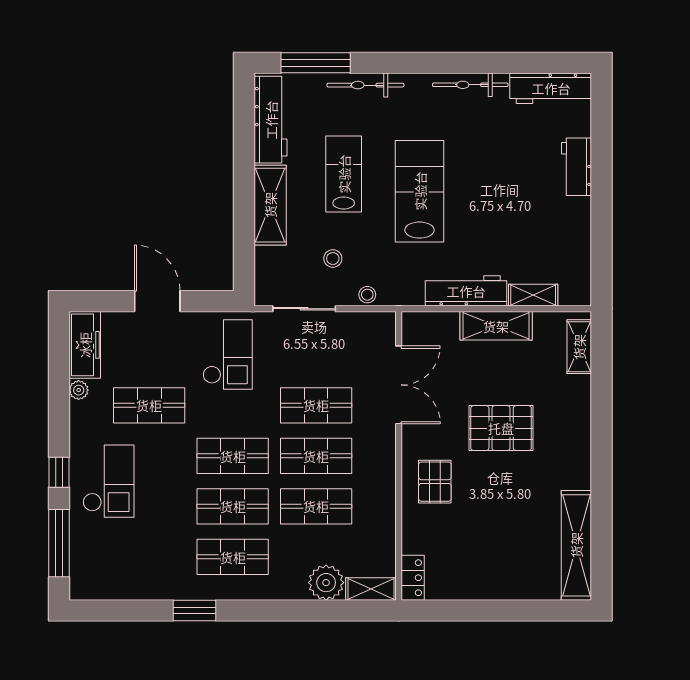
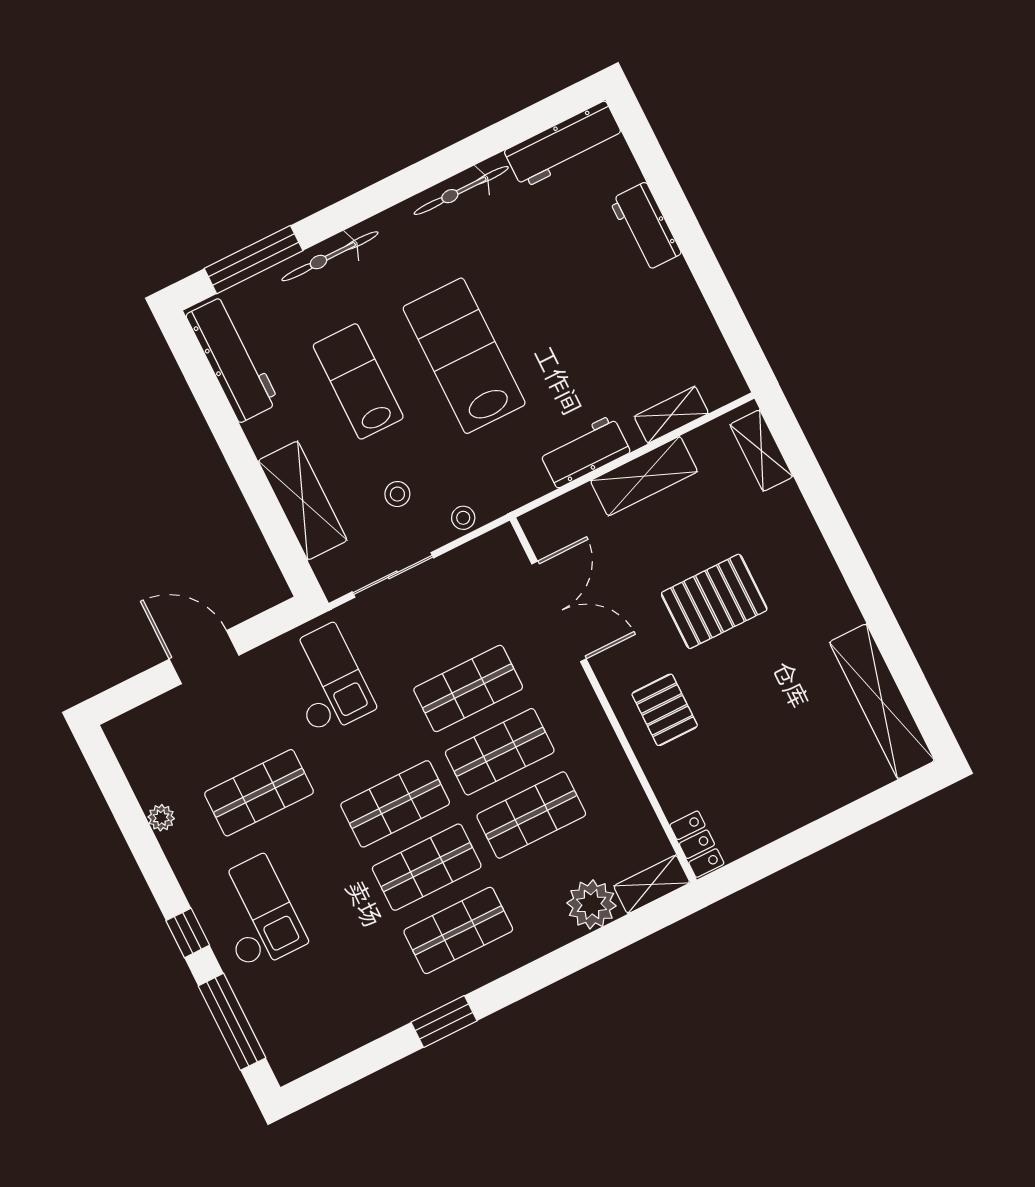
shelving: (270, 205) -> (303, 501), moved
workbench: (466, 291) -> (585, 451), width x0.73
freezer: (85, 345) -> (140, 757), removed

